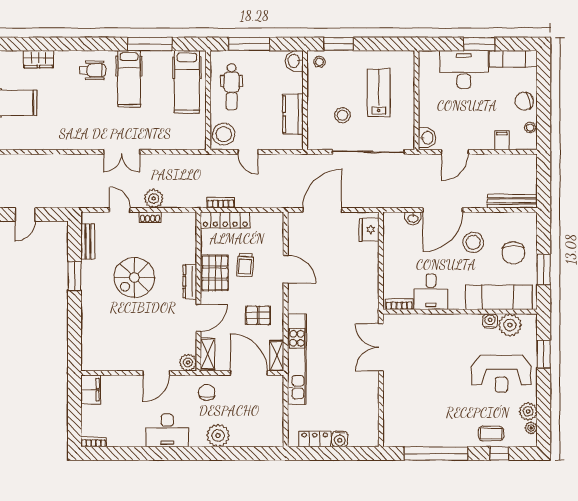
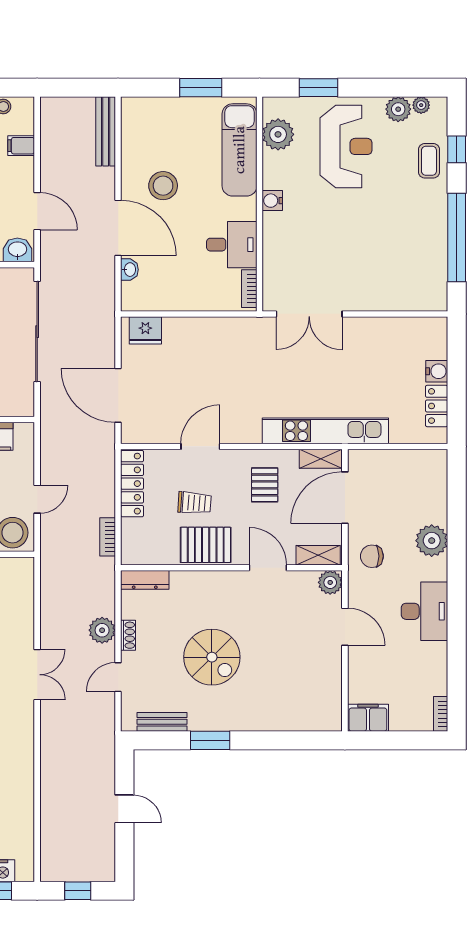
locker: (225, 220) -> (132, 484), moved
chair: (513, 253) -> (178, 130), removed
dresser: (190, 281) -> (145, 580), moved
water cooler: (490, 321) -> (272, 201), moved

